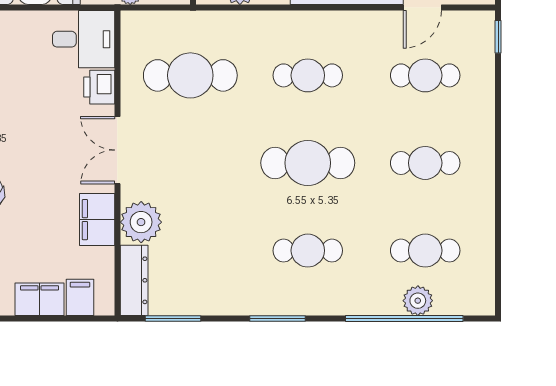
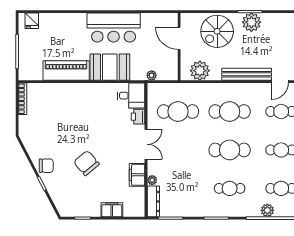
cafe table: (308, 75) -> (230, 112), width x1.37, depth x1.35
double door: (117, 150) -> (146, 144), swing flipped
plant: (141, 222) -> (152, 180), width x0.53, depth x0.53
filing cabinet: (80, 297) -> (130, 209), removed
plant: (418, 301) -> (267, 210), moved

